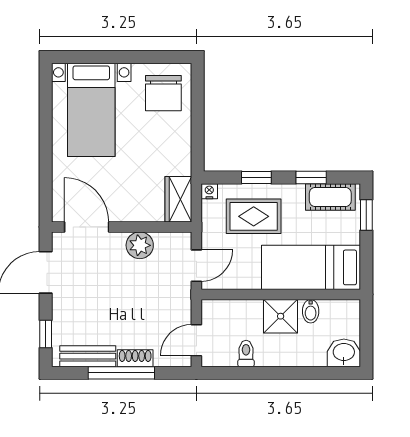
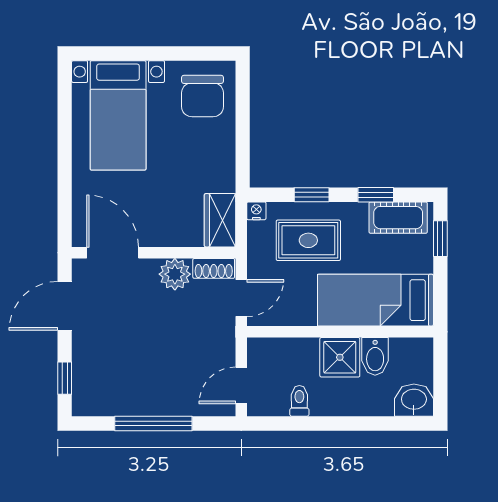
bidet: (311, 311) -> (375, 356), width x1.38, depth x1.36
bench: (88, 356) -> (114, 404), removed
shoe rack: (135, 358) -> (214, 268), moved, turned 180

